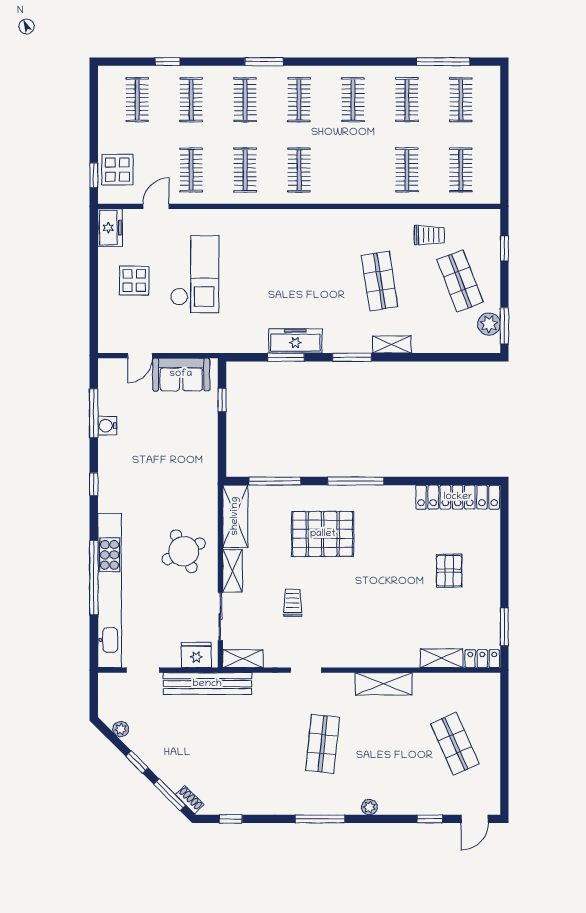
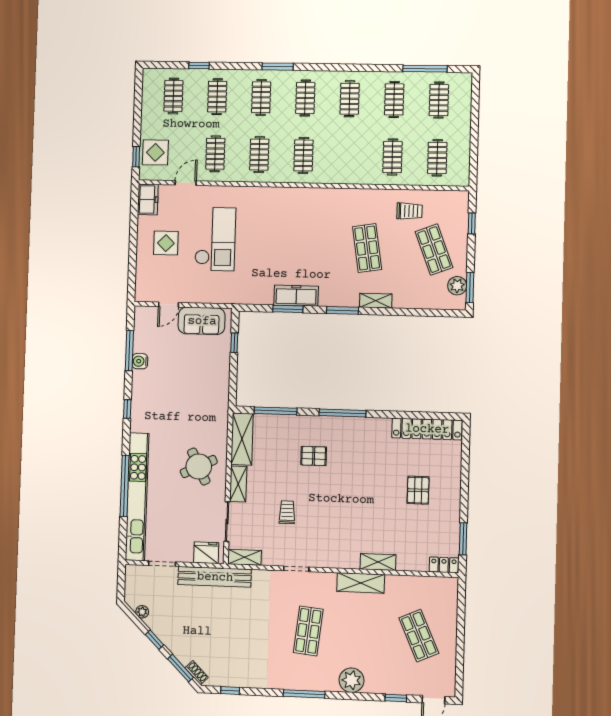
pallet: (323, 534) -> (314, 456), width x0.49, depth x0.50
shelving: (442, 658) -> (378, 562), moved
plant: (369, 807) -> (351, 680), width x1.88, depth x1.88

